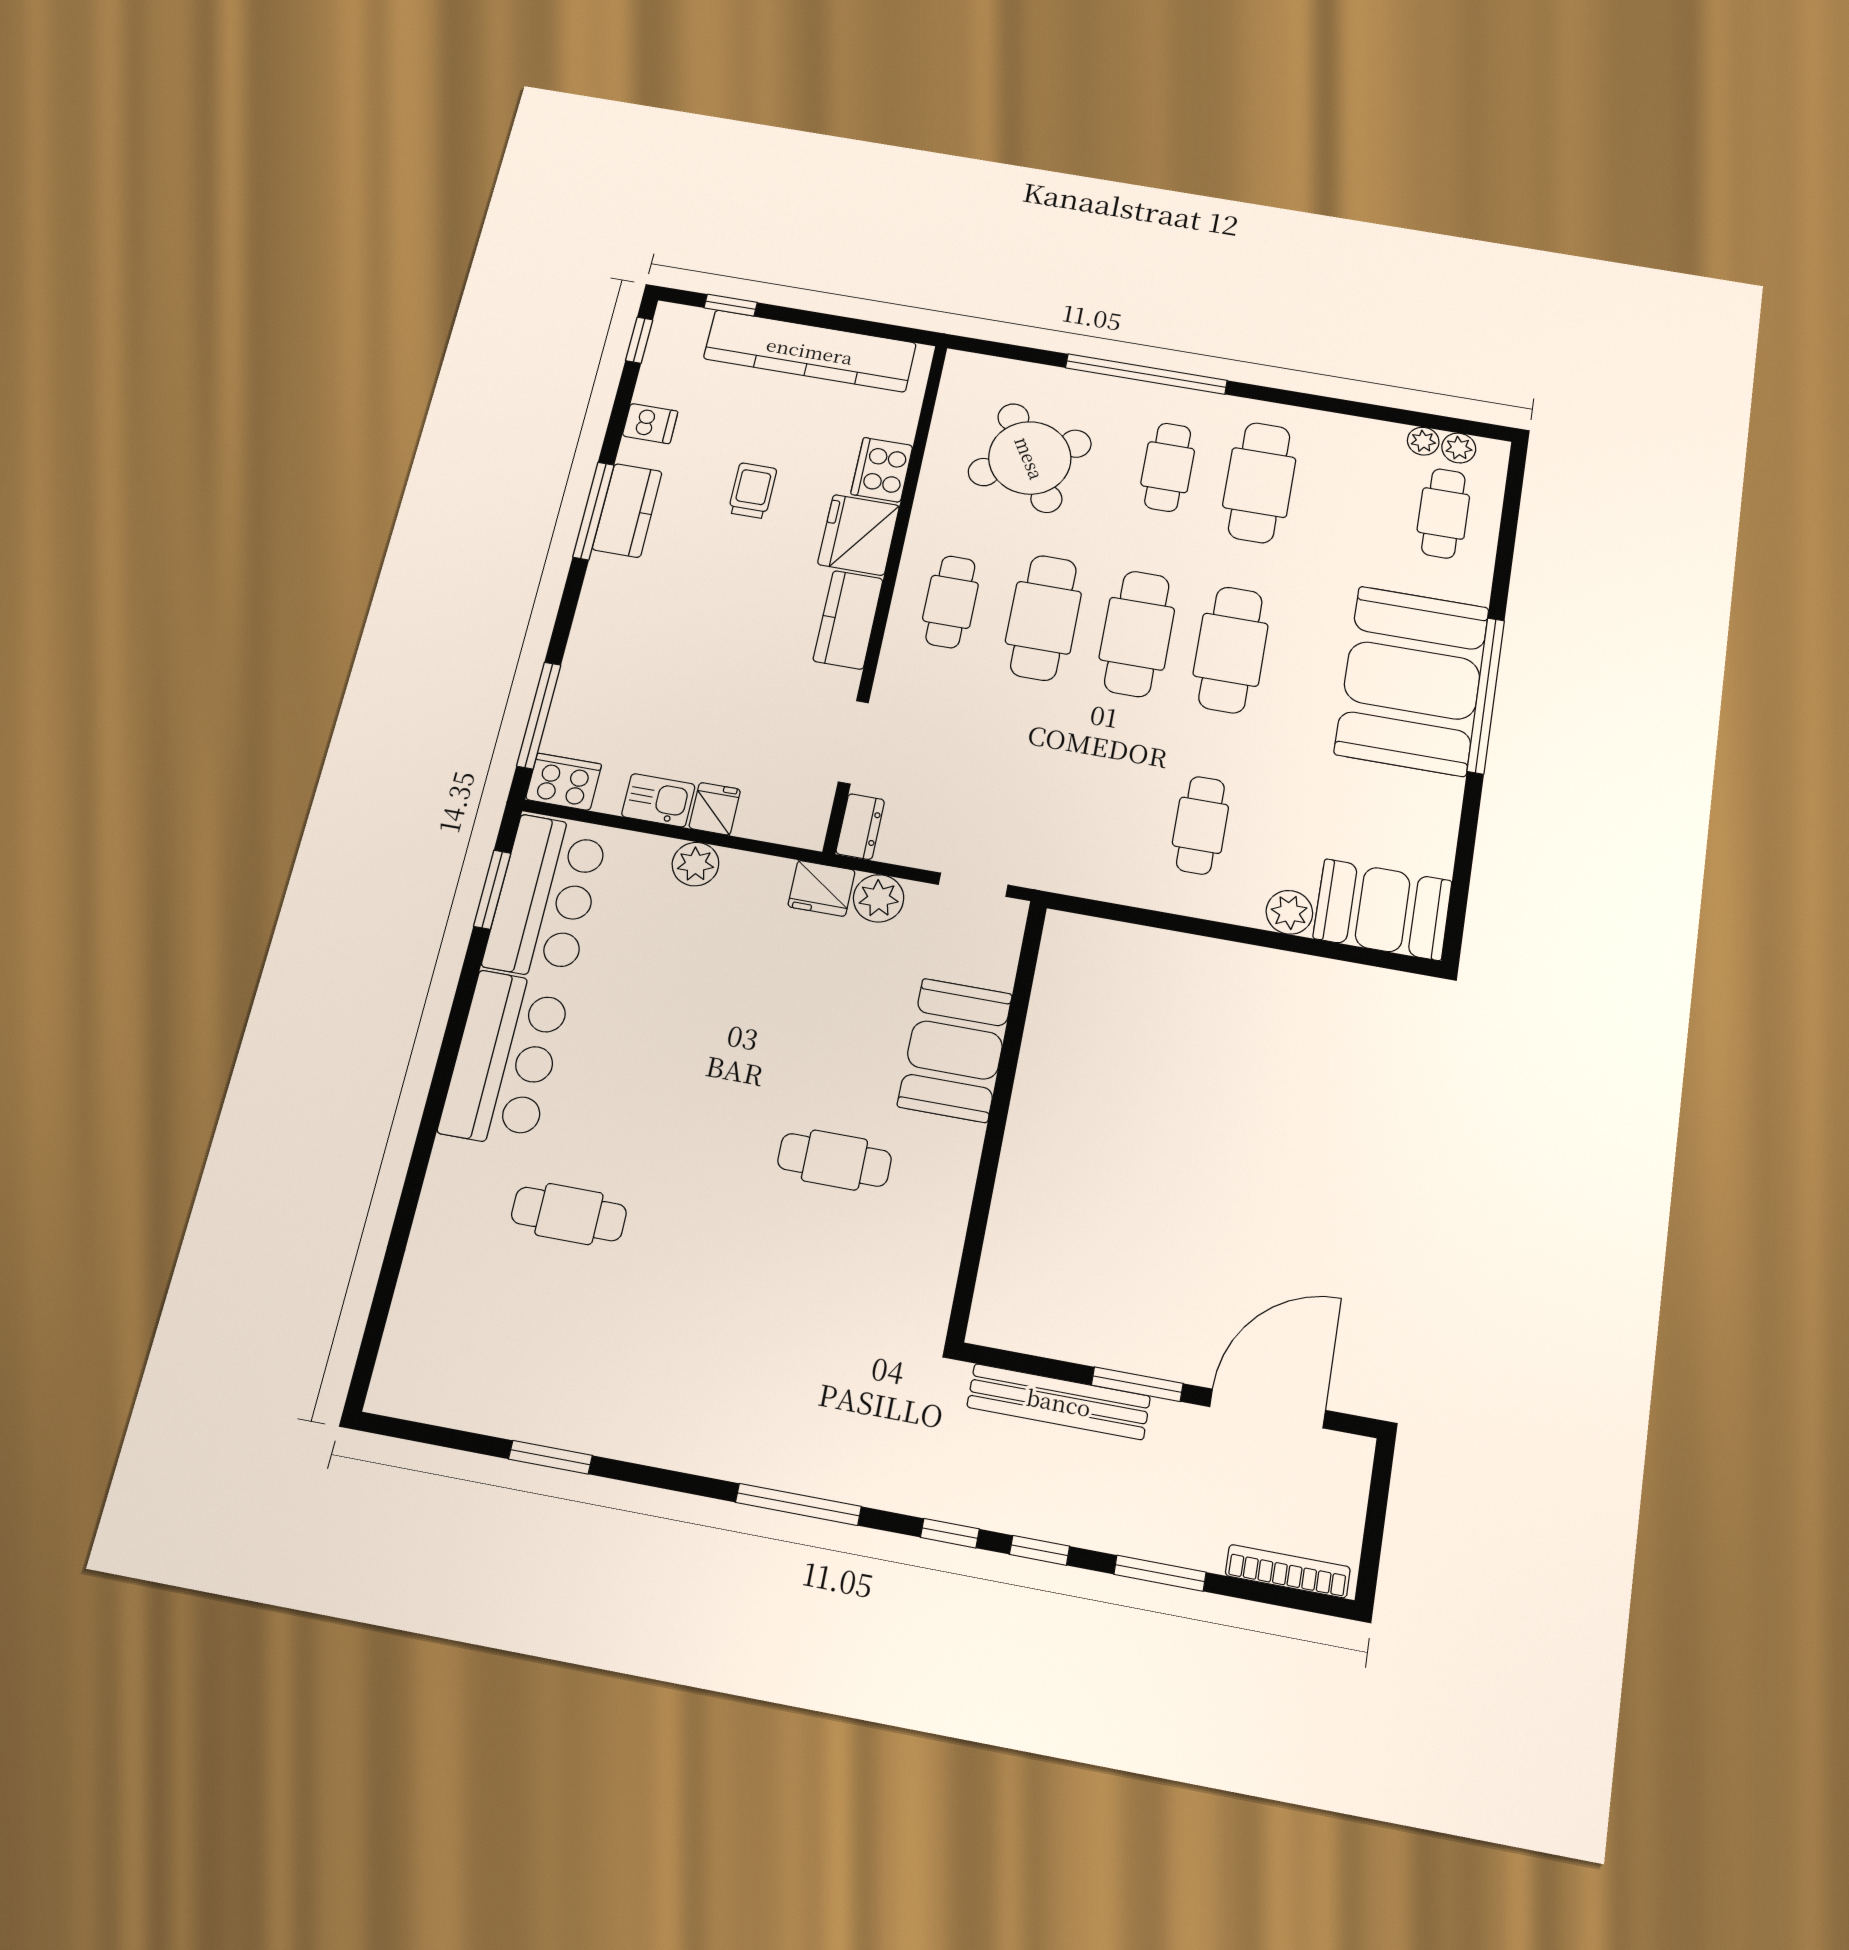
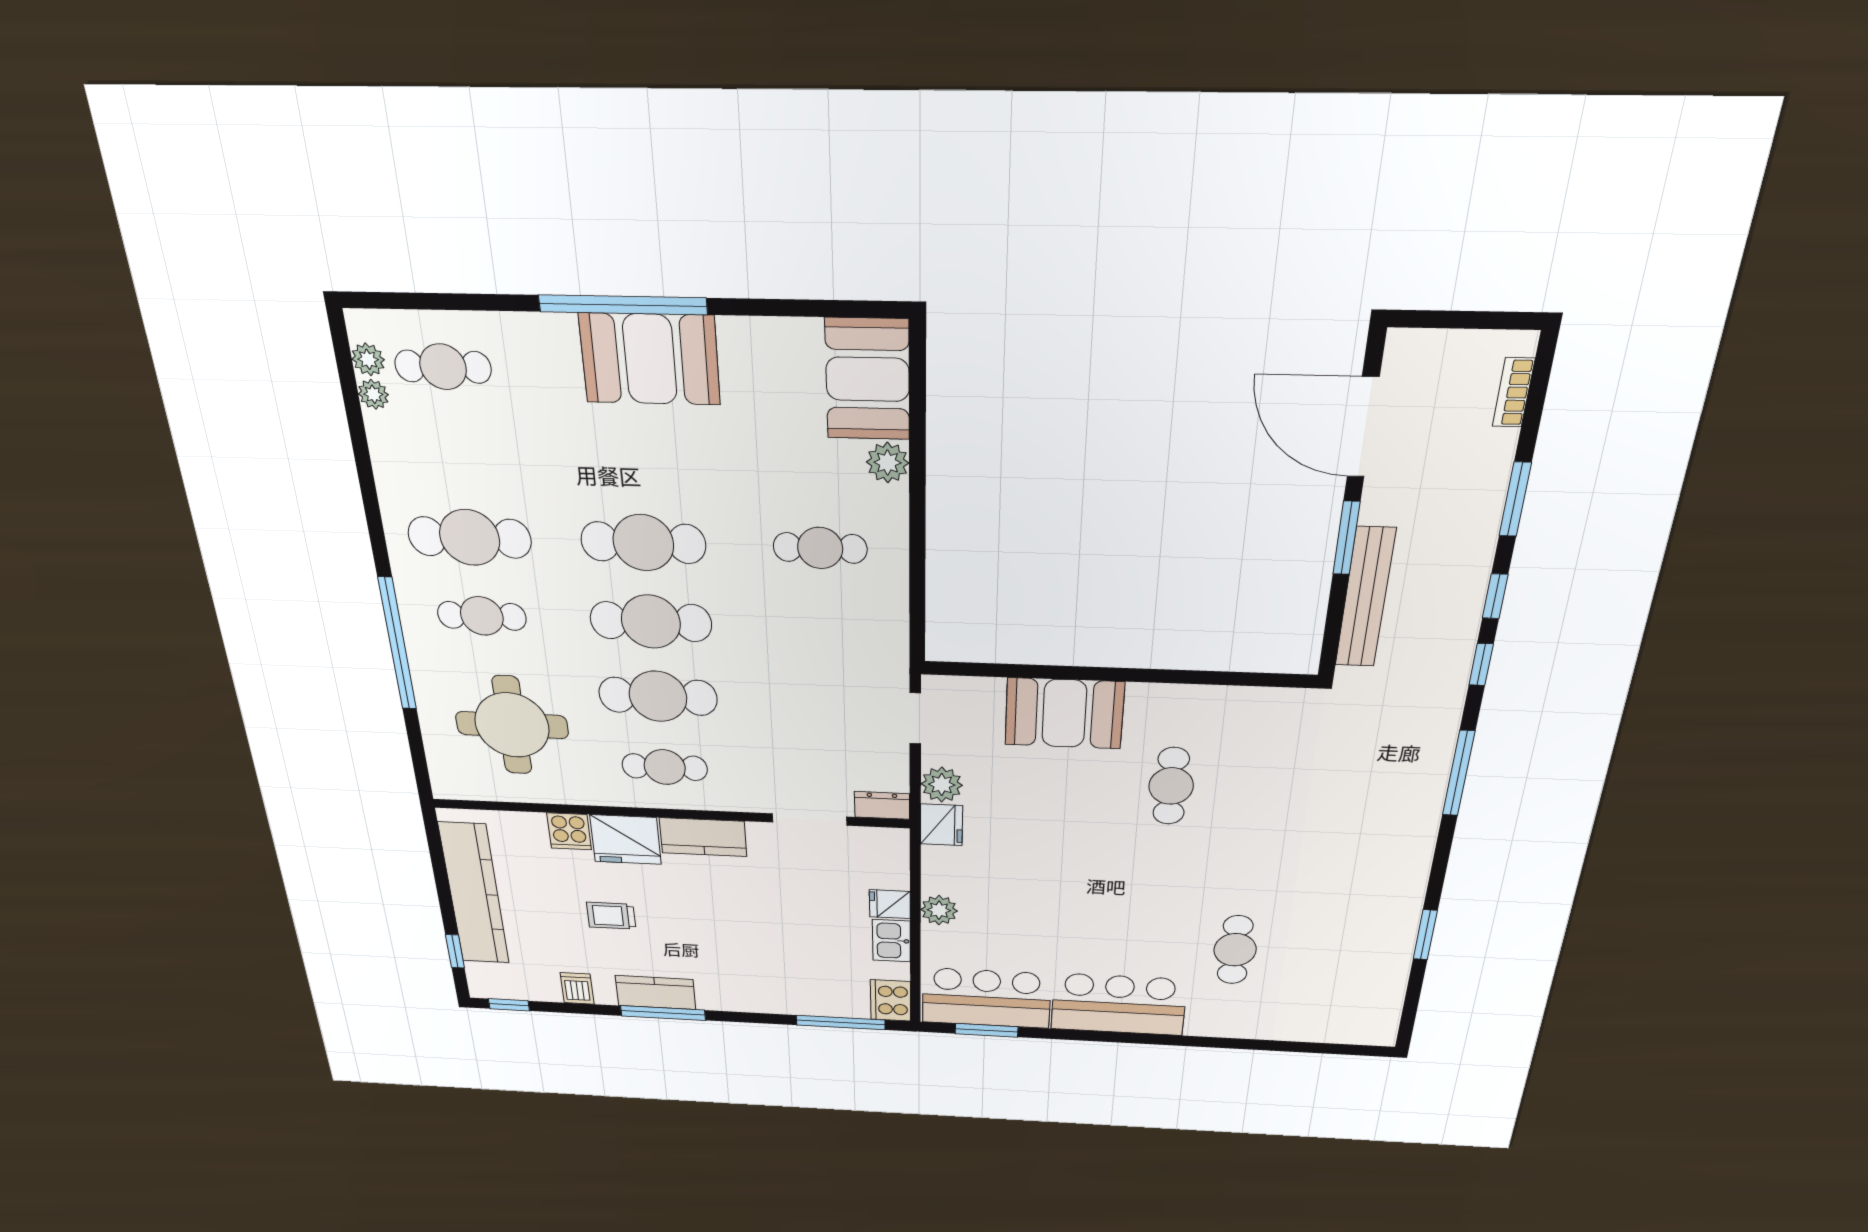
round table: (1030, 458) -> (512, 725), turned 30
cooker: (882, 470) -> (569, 831), width x0.73
booth: (1412, 680) -> (650, 359), width x0.73, depth x0.70
bookcase: (1288, 1571) -> (1514, 392), width x0.64

